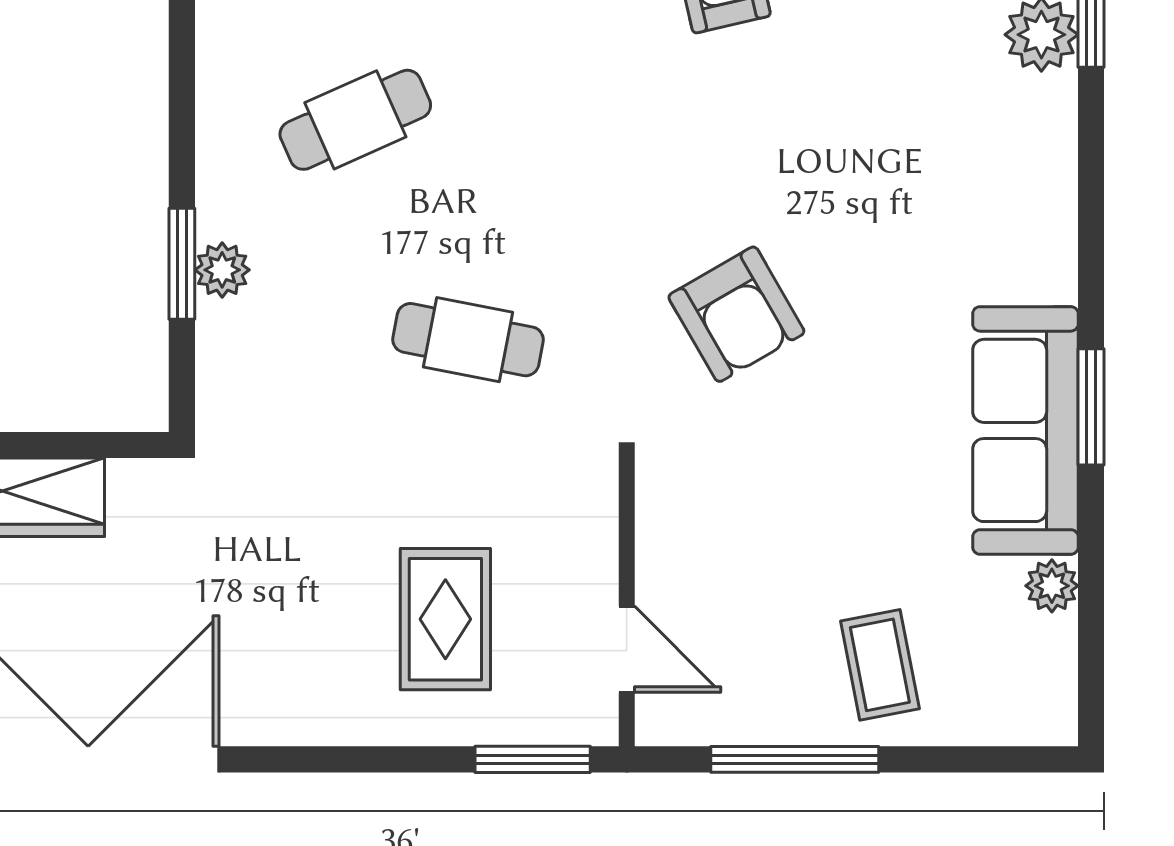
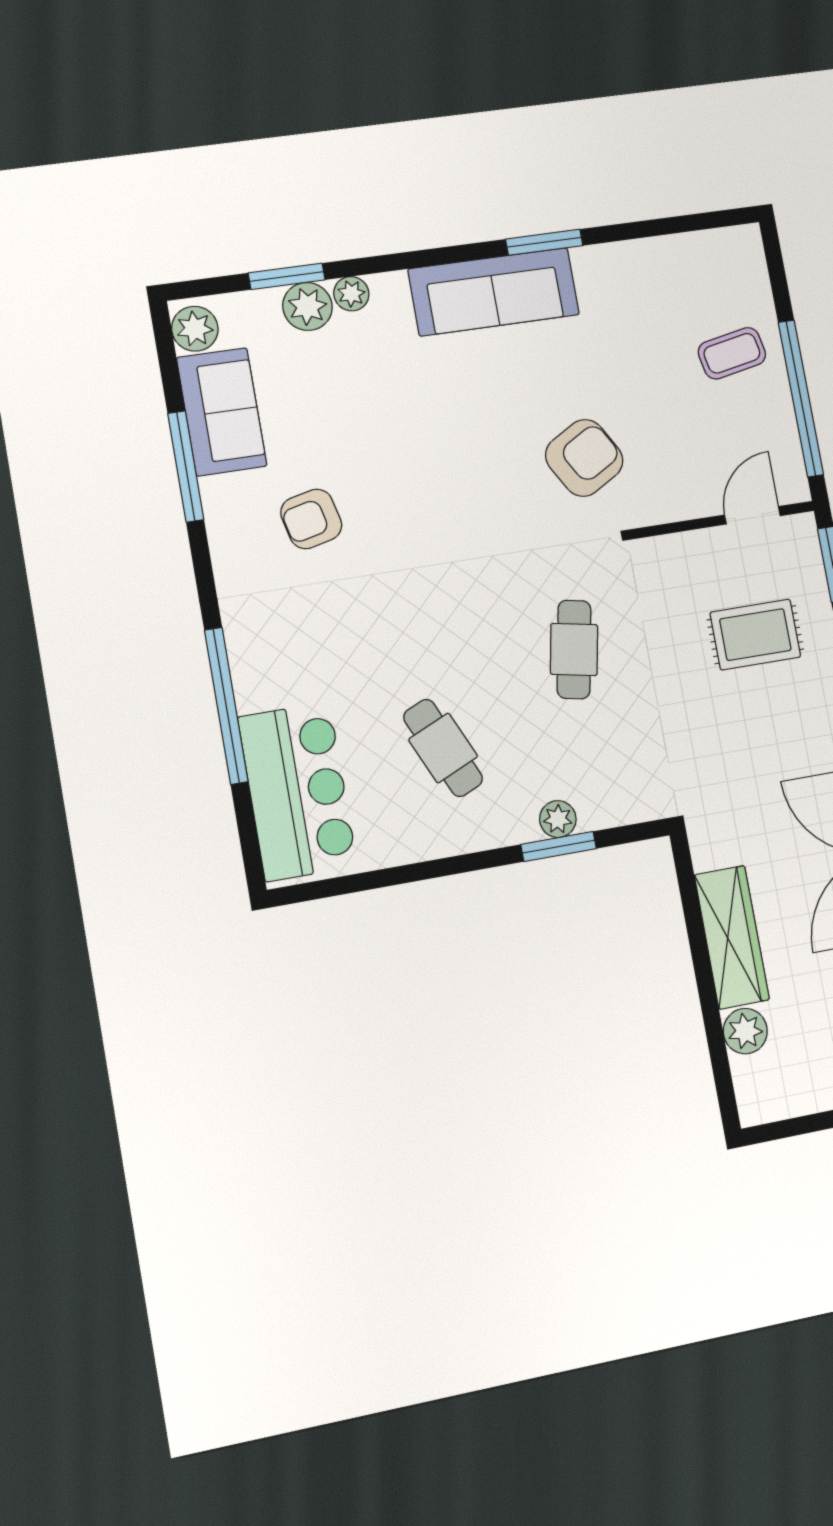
armchair: (736, 314) -> (584, 458), moved
sofa: (1025, 430) -> (494, 292), moved
plant: (1052, 586) -> (351, 294), moved
window: (795, 759) -> (801, 398), width x1.46

